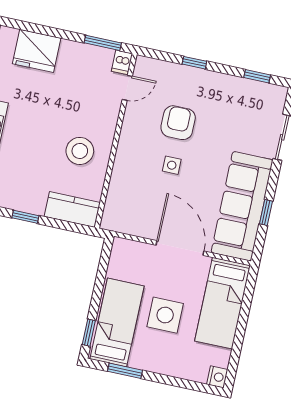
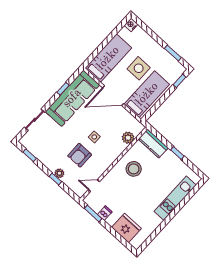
dishwasher: (122, 62) -> (105, 213), moved
plant: (193, 75) -> (59, 173), added
plant: (117, 195) -> (128, 138), added
door: (180, 248) -> (113, 96), hinge flipped
bed: (117, 322) -> (147, 94), moved, turned 180

